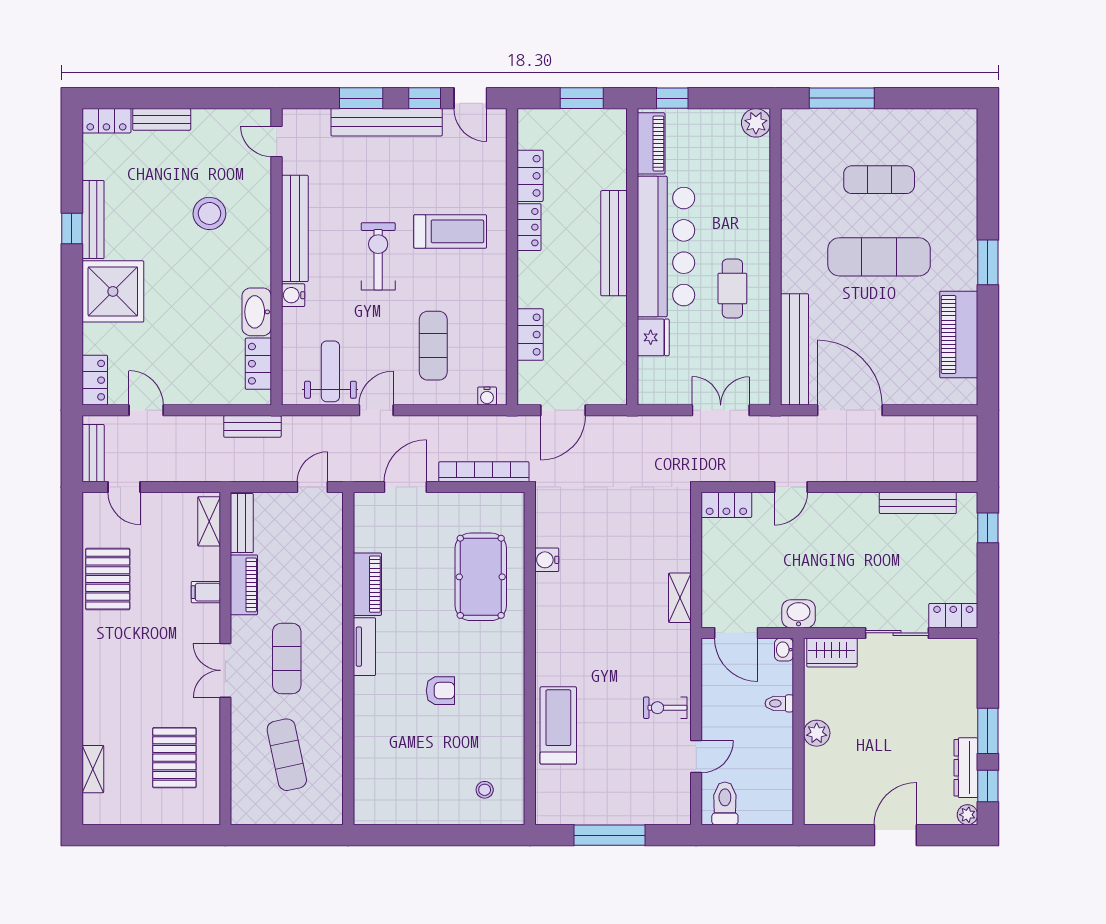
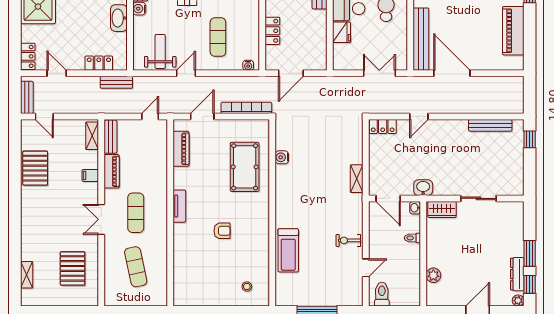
locker: (258, 364) -> (99, 63), moved, turned 90
piano: (367, 584) -> (181, 149), moved
locker: (953, 616) -> (510, 189), removed
treadmill: (558, 725) -> (288, 250), turned 180
plant: (817, 733) -> (433, 275), moved

